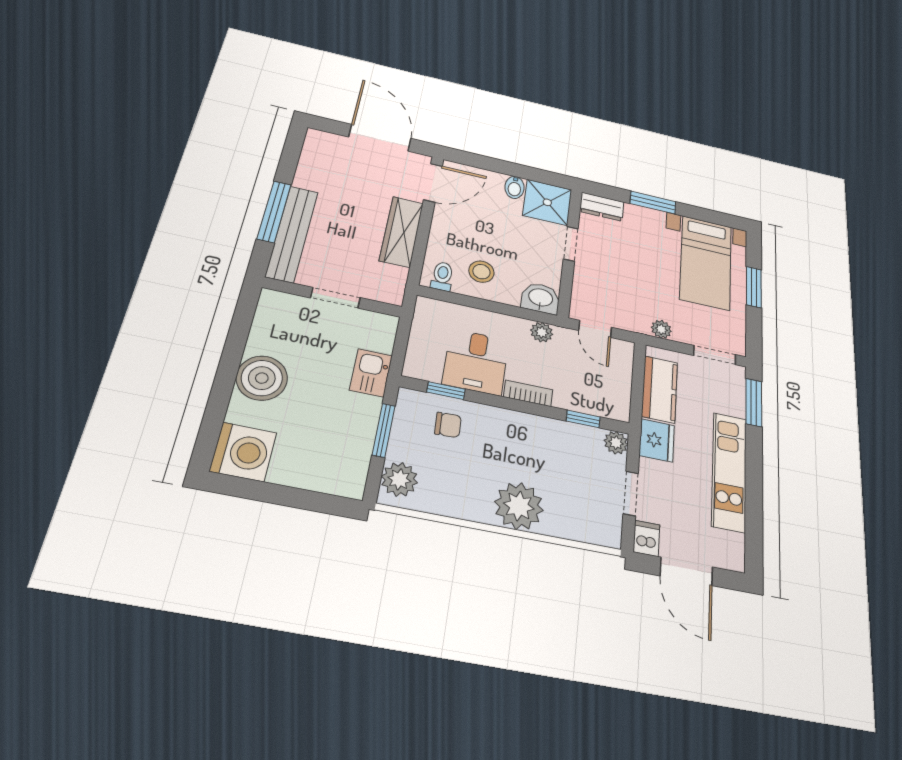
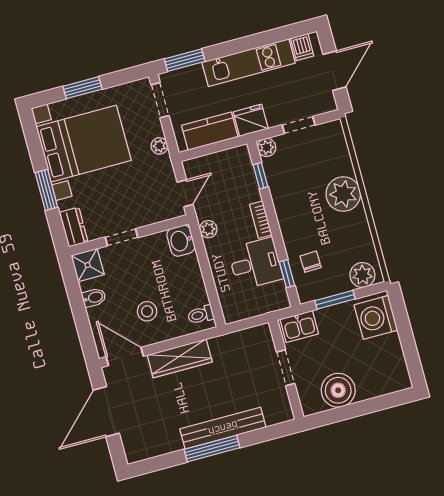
shower: (547, 202) -> (88, 265), width x0.73, depth x0.73
bed with nightstands: (706, 262) -> (84, 144), width x1.36
stool: (481, 272) -> (147, 311), moved
wall: (333, 297) -> (286, 370), moved
doorway: (335, 298) -> (286, 368), moved
washing machine: (243, 452) -> (376, 317), moved, turned -90
dishwasher: (646, 538) -> (302, 47), moved, turned -90

